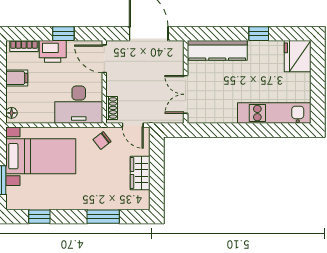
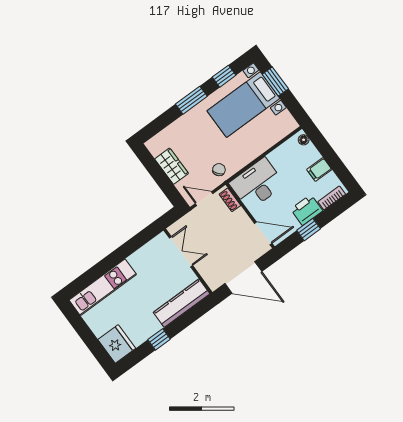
bed with nightstands: (41, 156) -> (243, 105), moved
window: (103, 217) -> (191, 100), moved

